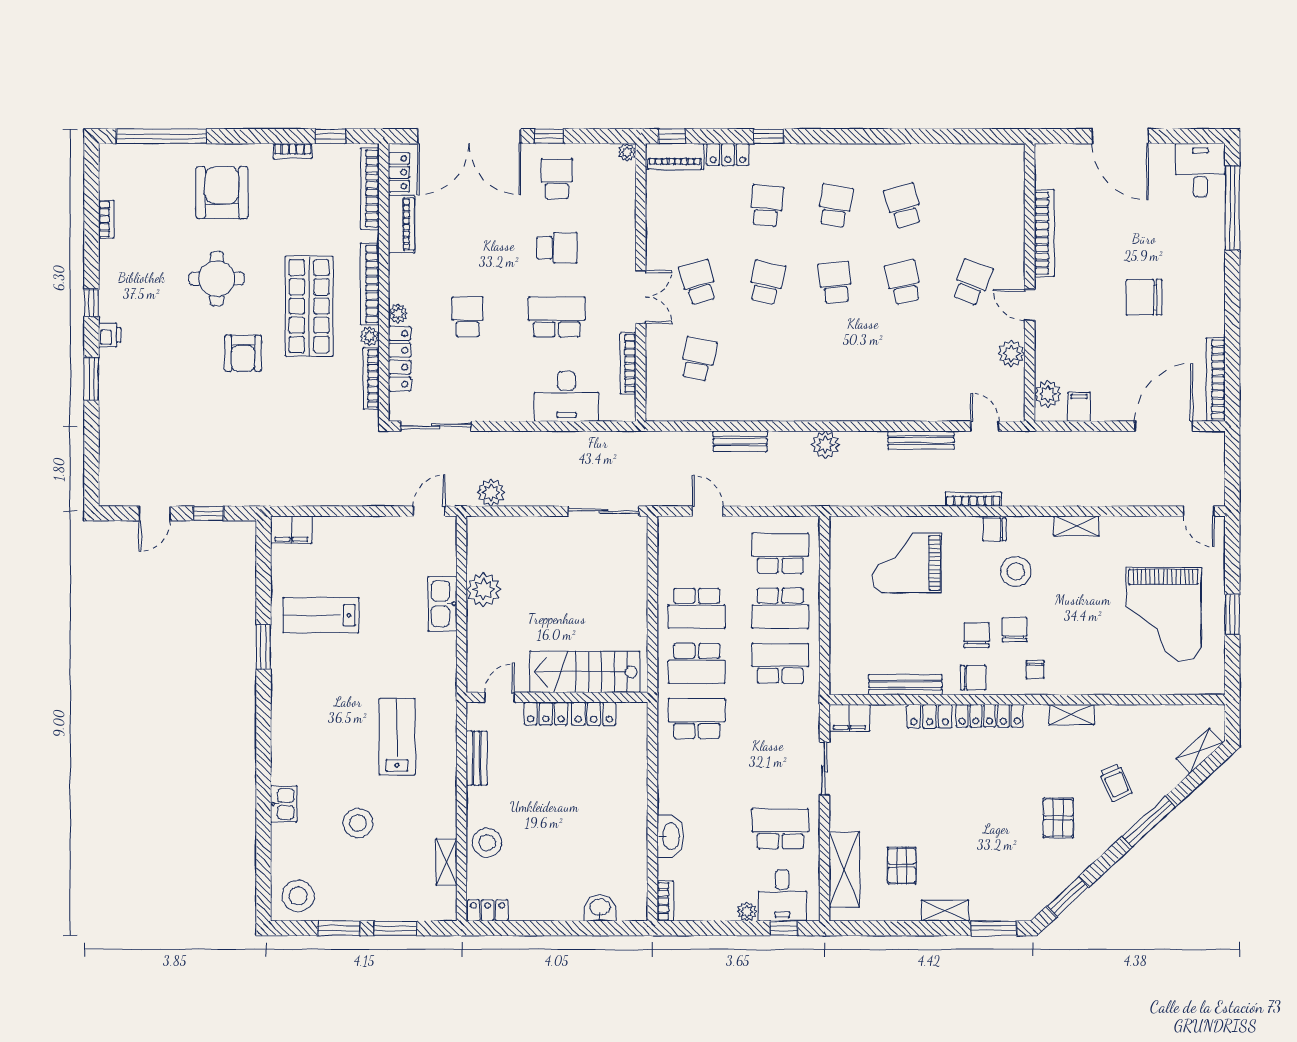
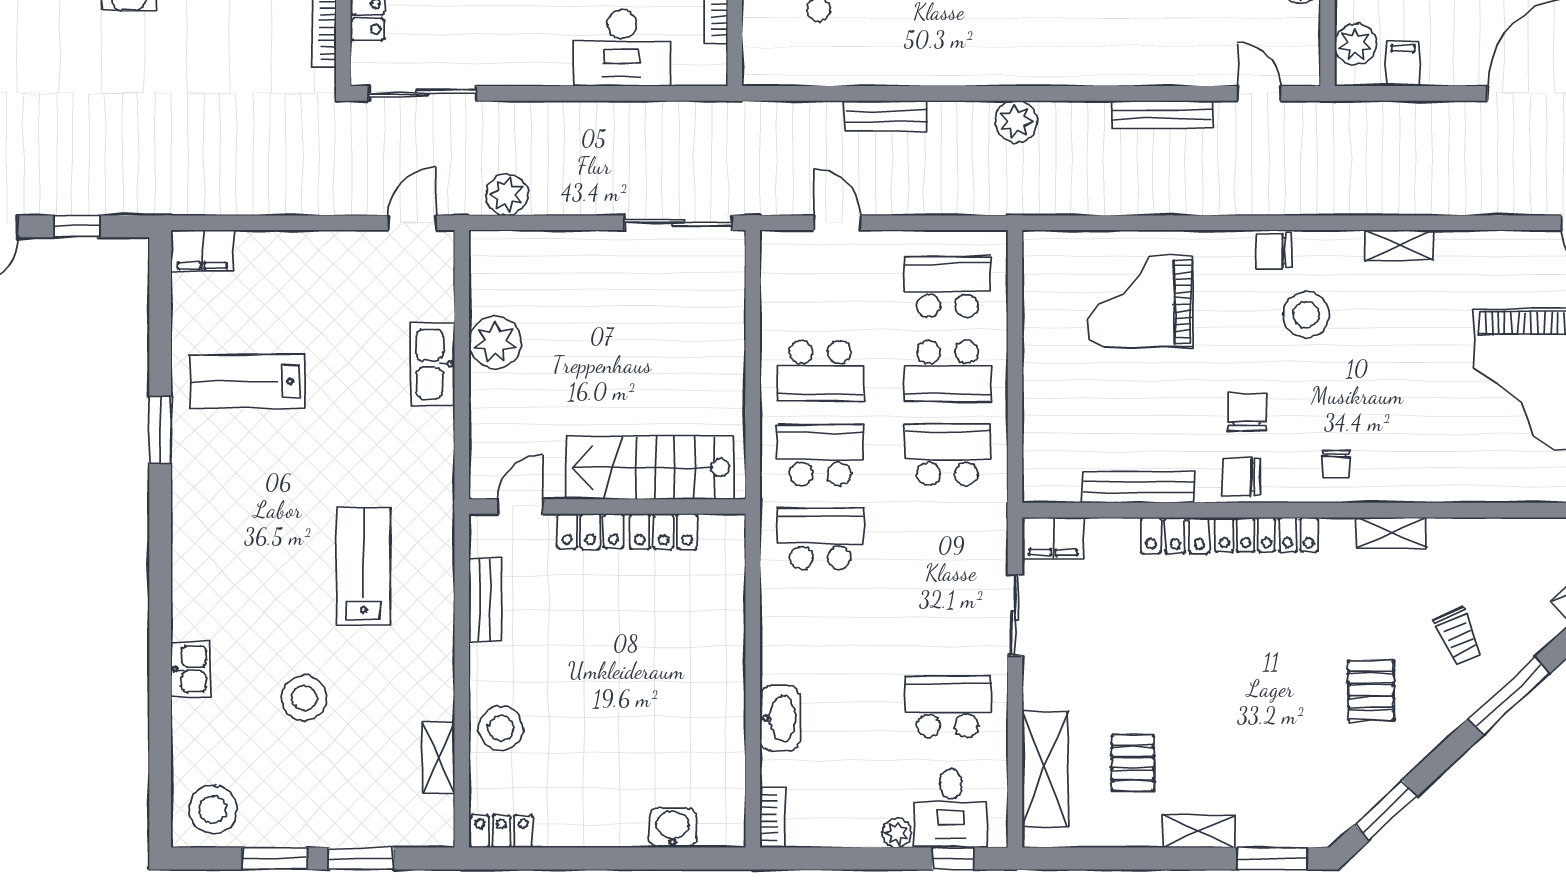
bookcase: (973, 499) -> (1242, 205), removed
chair: (1015, 630) -> (1305, 403), removed
school desk: (697, 663) -> (820, 455), turned 180
chair: (973, 678) -> (1241, 477), turned 180

